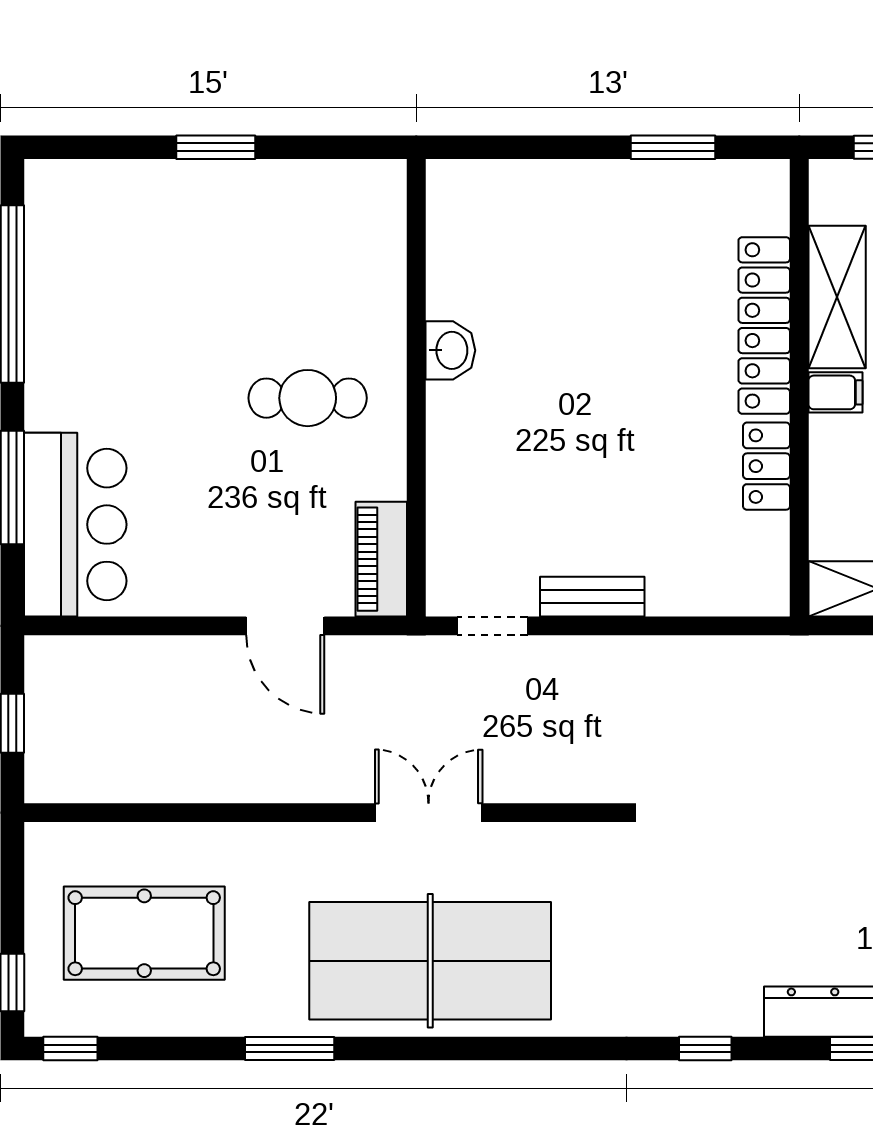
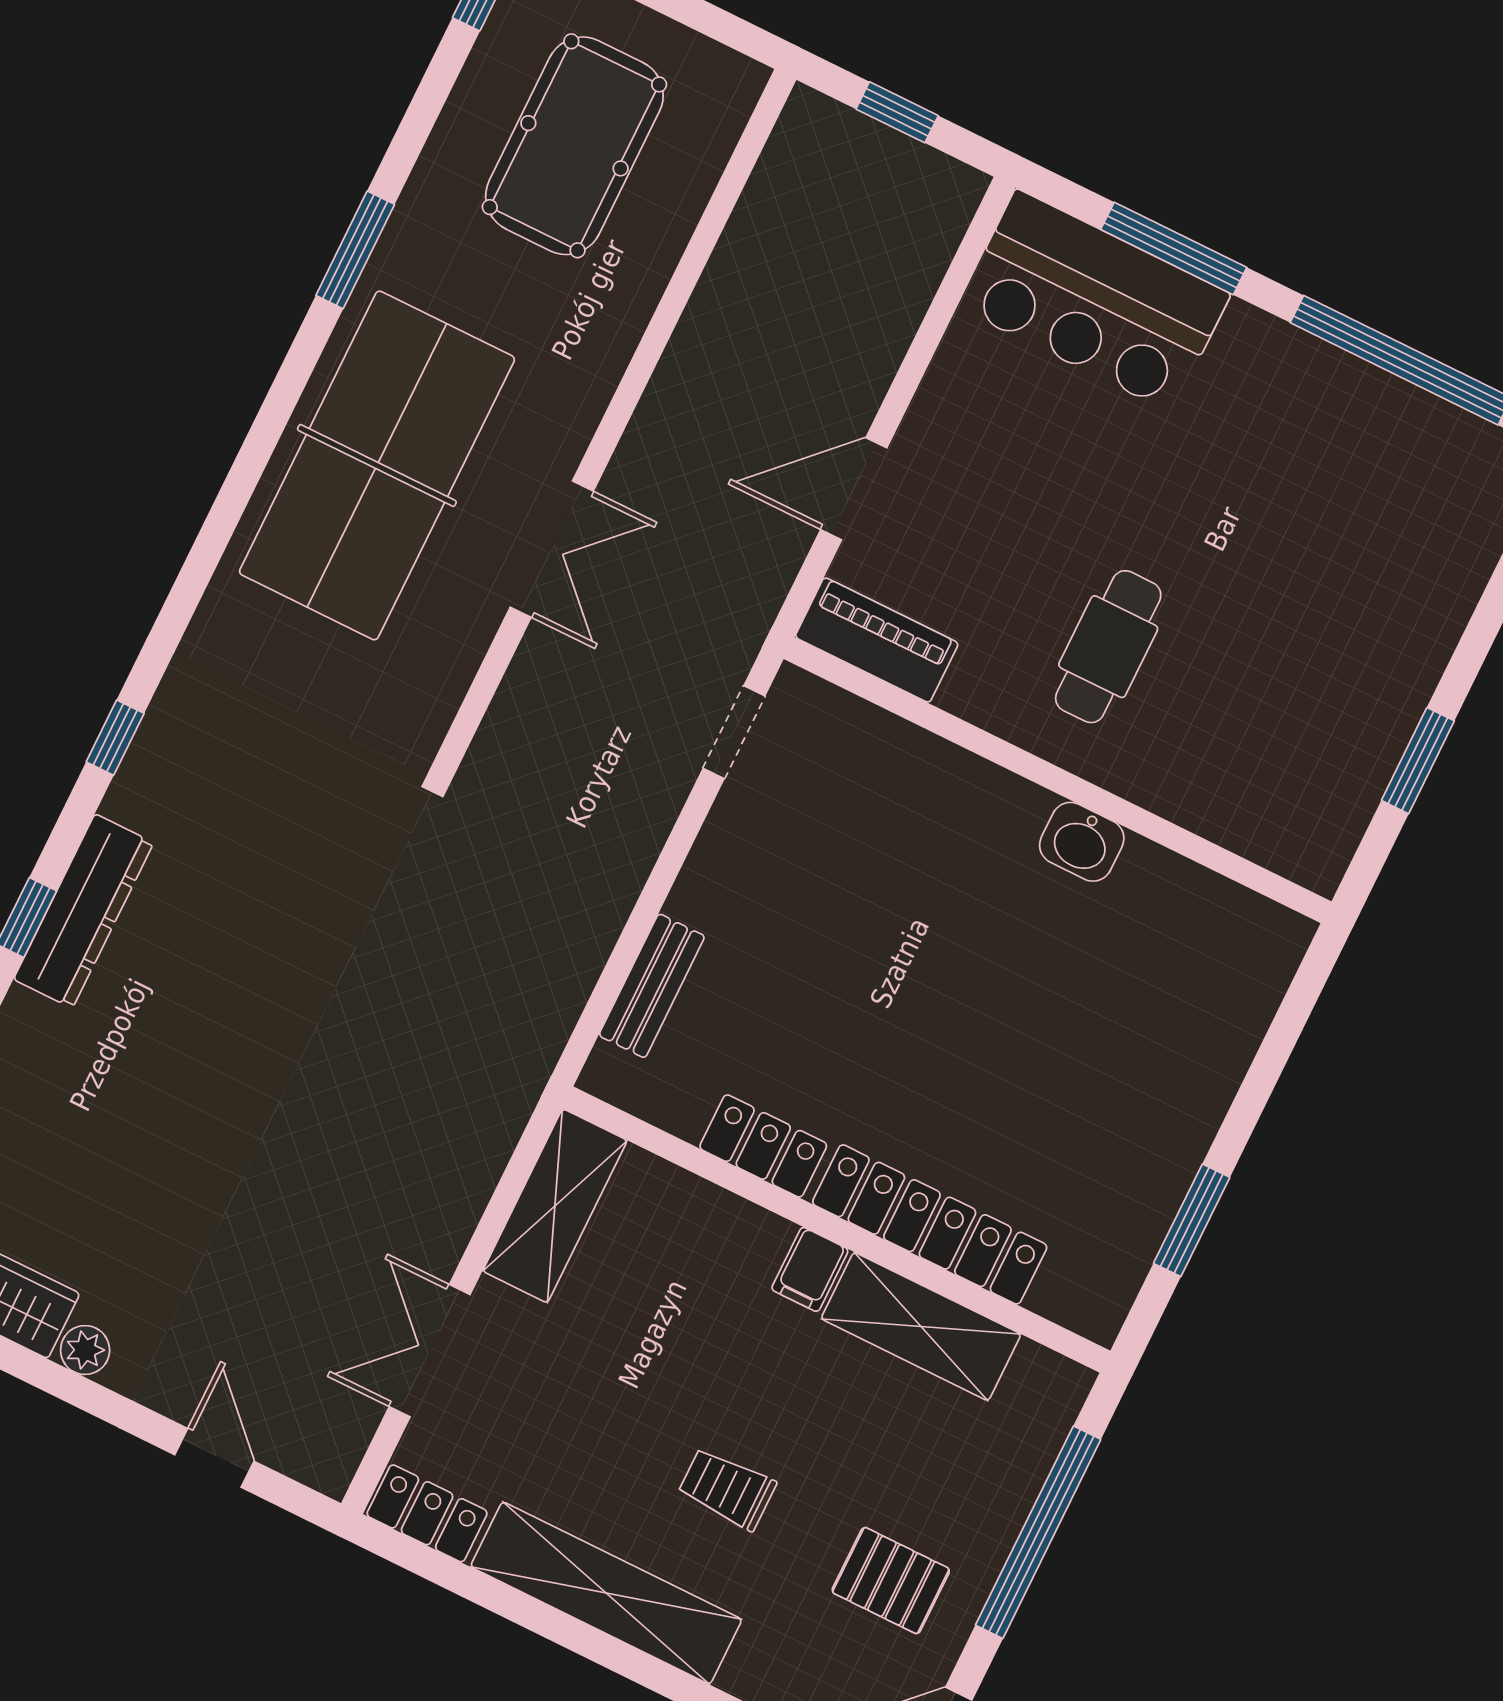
window: (216, 147) -> (1418, 761), moved
bench: (592, 597) -> (652, 986), moved

